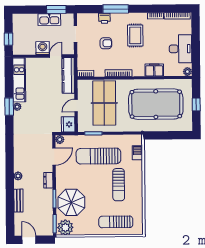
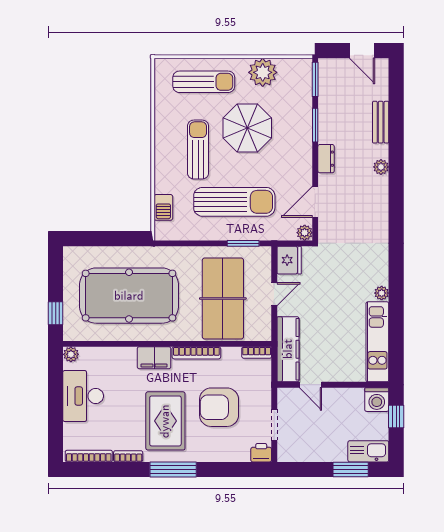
window: (56, 9) -> (351, 469), moved
window: (116, 9) -> (173, 469), moved
printer: (104, 18) -> (261, 453), moved
kitchen sink: (49, 20) -> (368, 451), moved
rug: (135, 35) -> (165, 421), width x1.36, depth x1.43
armchair: (106, 43) -> (219, 407), width x1.88, depth x1.88
washing machine: (43, 48) -> (377, 400), moved
door: (56, 56) -> (311, 385), hinge flipped
filing cabinet: (154, 70) -> (154, 358), moved
window: (196, 104) -> (56, 313), moved
window: (9, 107) -> (396, 293), removed
parasol: (71, 202) -> (247, 128), moved
plant: (65, 227) -> (263, 72), moved

